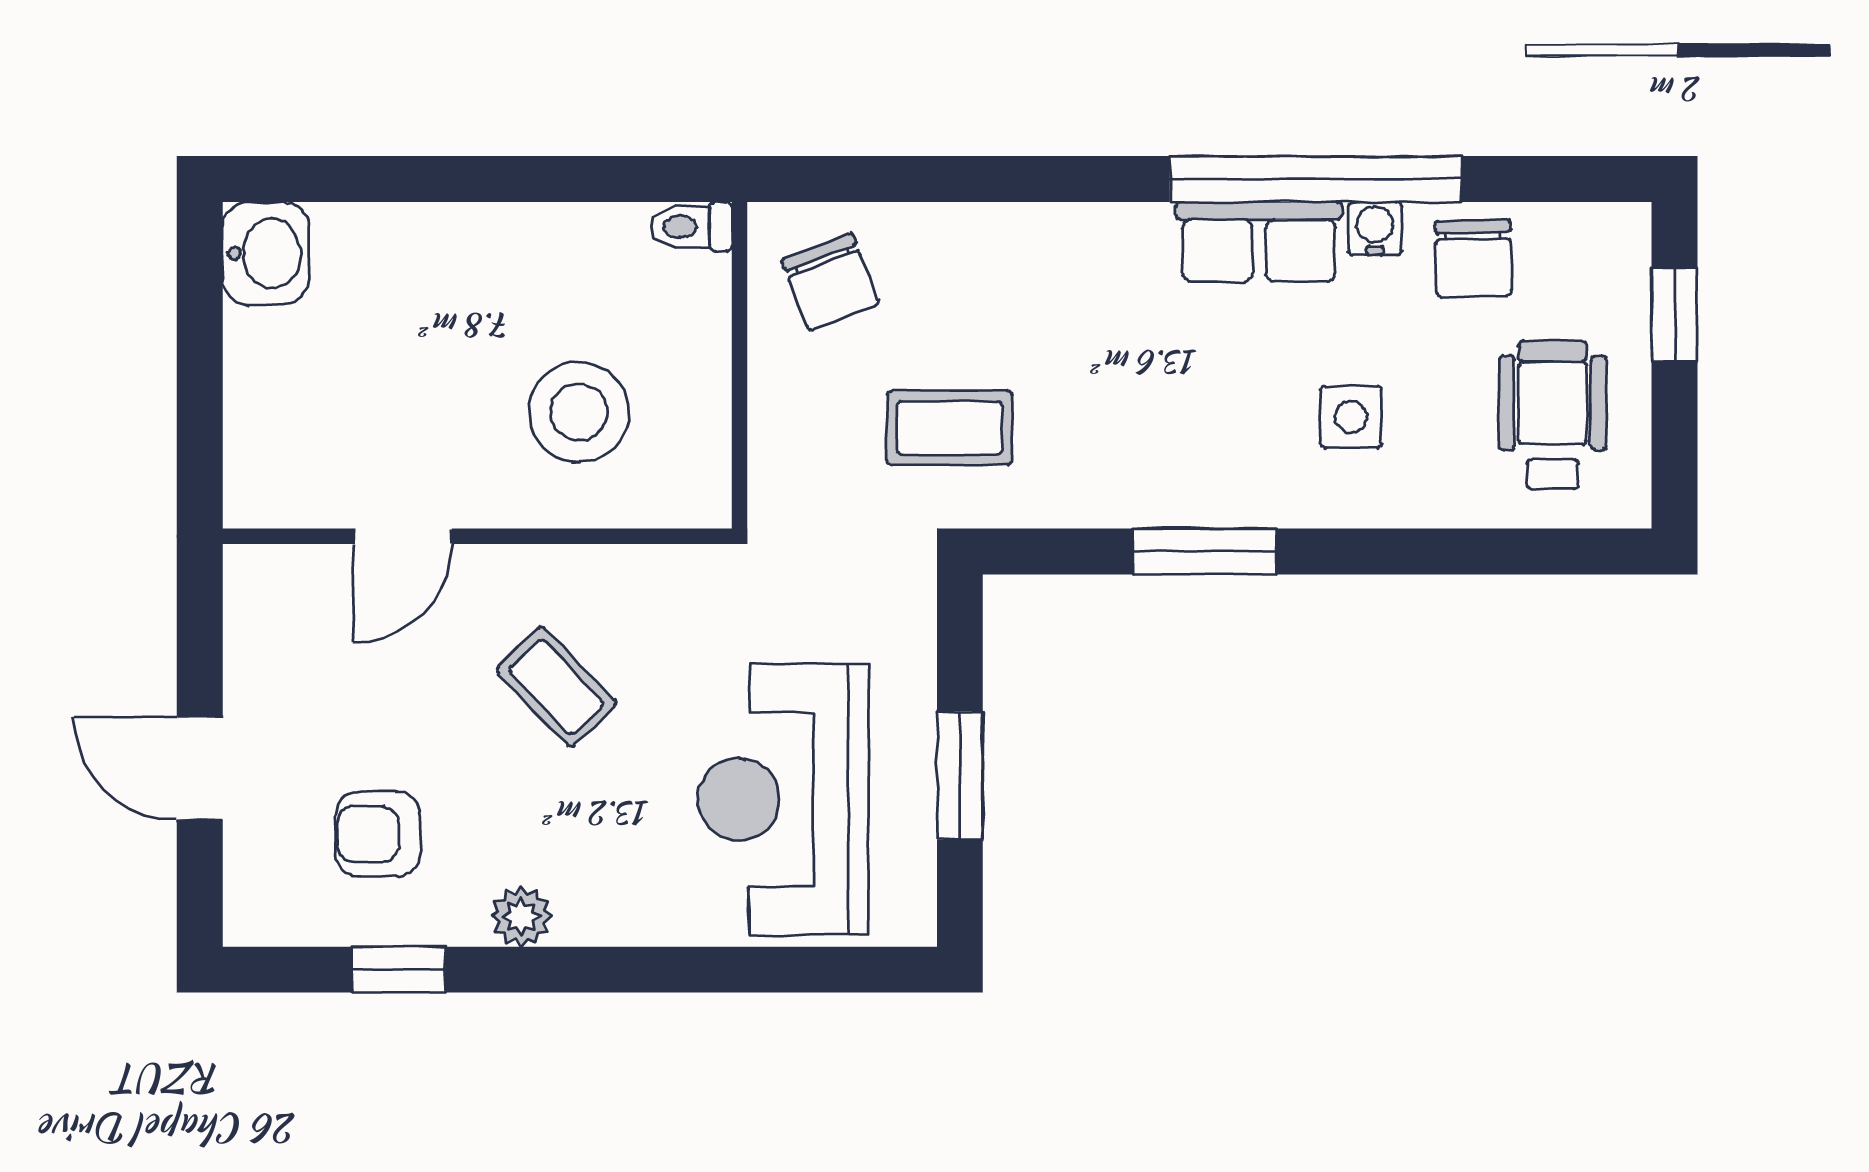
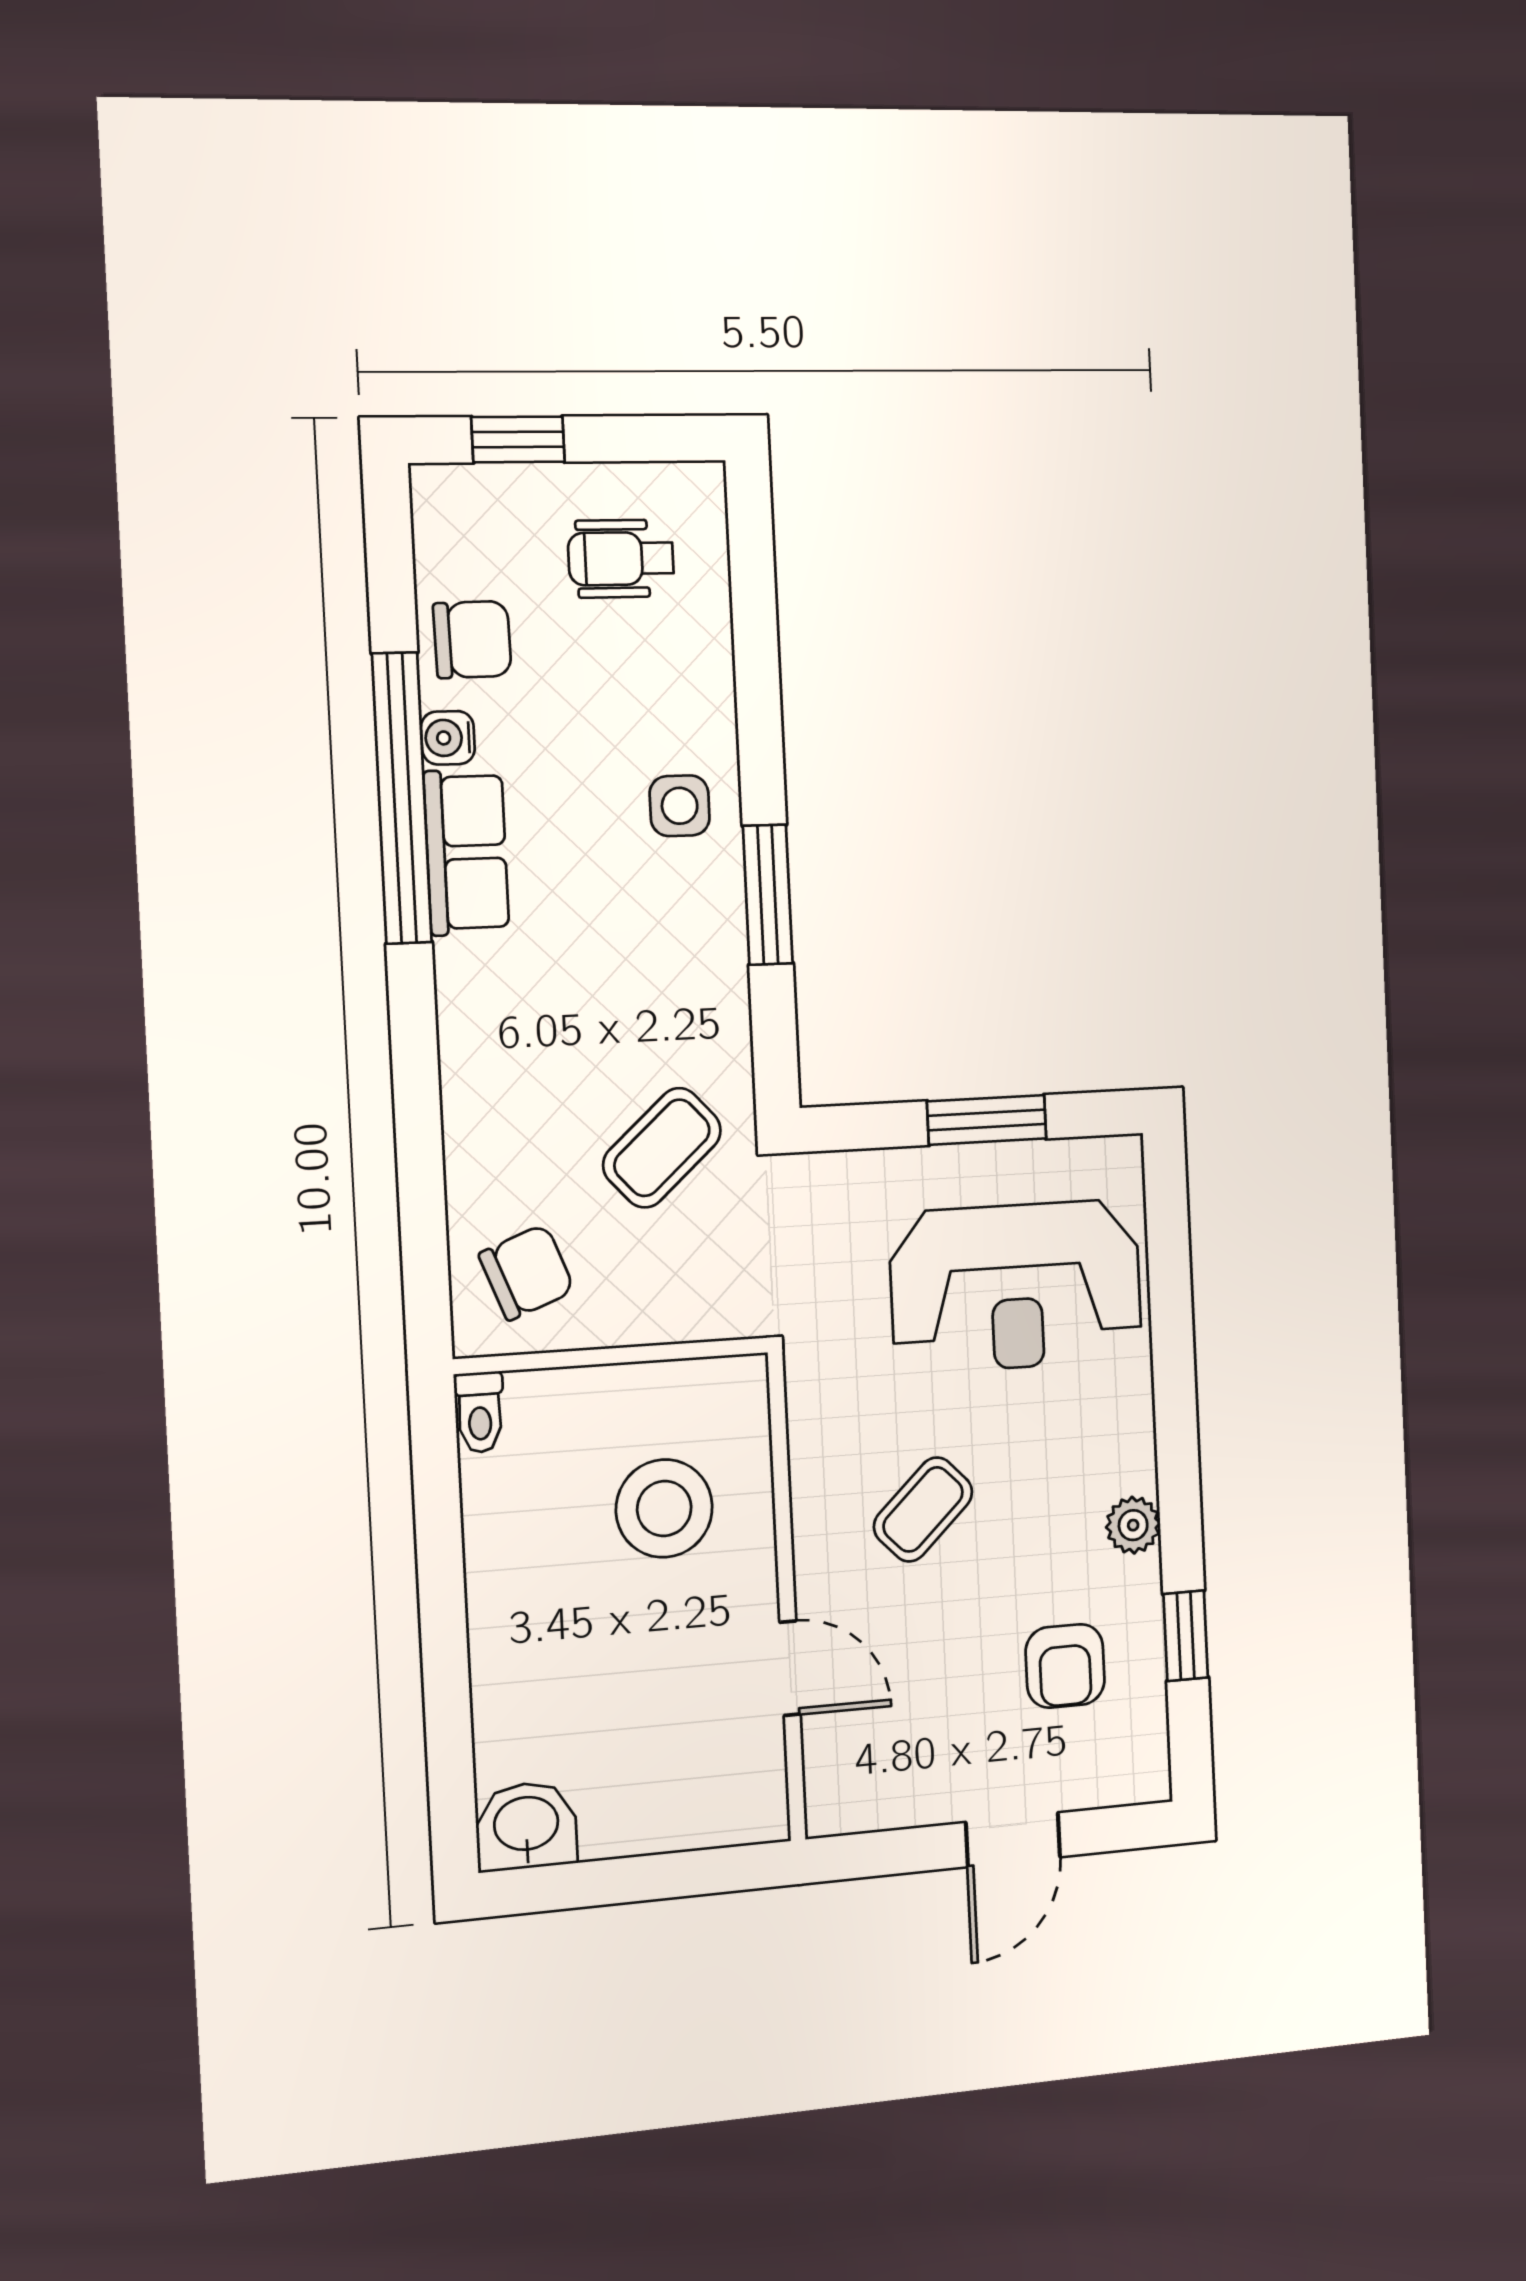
wheelchair: (1553, 415) -> (621, 559), width x0.73, depth x0.73
side table: (1351, 417) -> (680, 806), moved
coffee table: (949, 428) -> (662, 1148), turned 48

